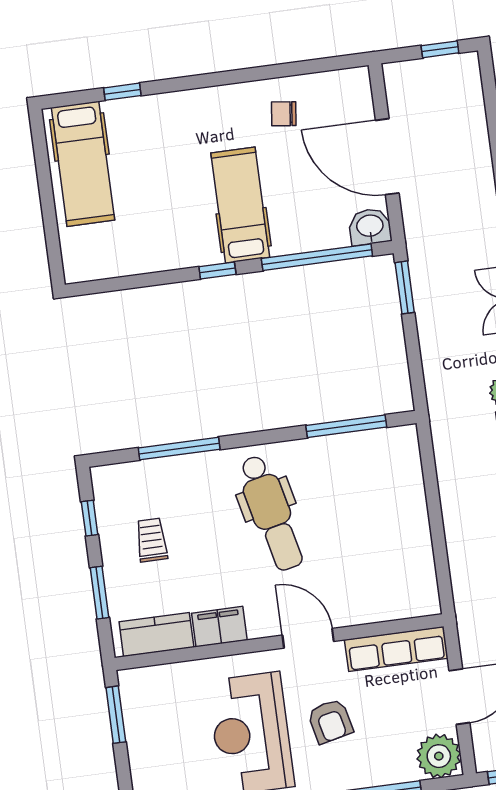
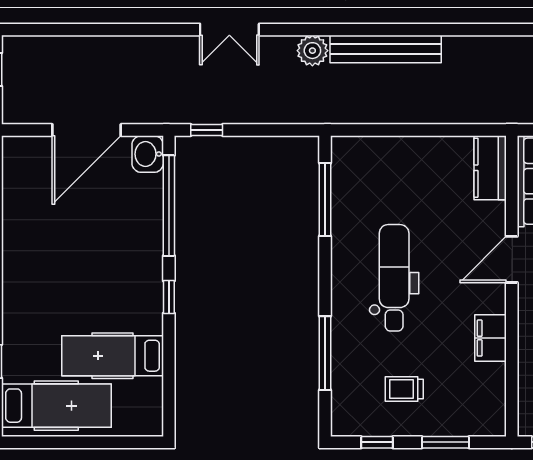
chair: (284, 114) -> (35, 218), removed
hospital bed: (240, 205) -> (113, 356), moved
window: (405, 287) -> (207, 130), width x0.67
dental chair: (271, 513) -> (394, 278), turned -77
kitchen counter: (156, 635) -> (490, 168), moved

